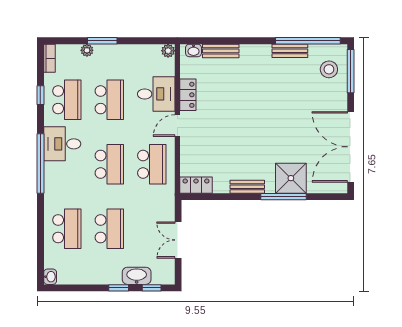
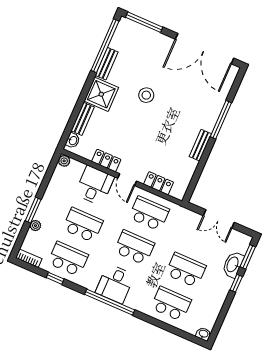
stool: (329, 69) -> (146, 95), moved
desk: (62, 144) -> (115, 284), moved
shower: (291, 178) -> (101, 94), moved
locker: (196, 185) -> (159, 183), moved, turned 90
window: (152, 288) -> (248, 257), width x1.50

